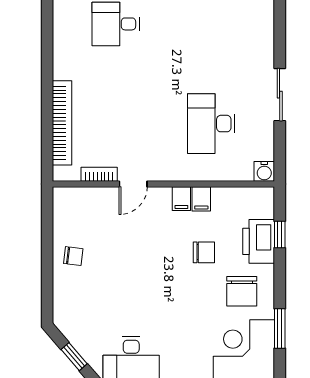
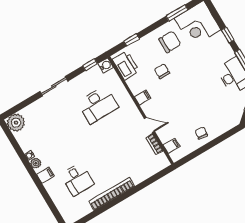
sliding door: (280, 95) -> (54, 86), moved
bookcase: (62, 123) -> (112, 194), moved
window: (280, 148) -> (90, 65), added
filing cabinet: (201, 199) -> (172, 146), moved
printer: (259, 241) -> (126, 65), moved, turned -90

